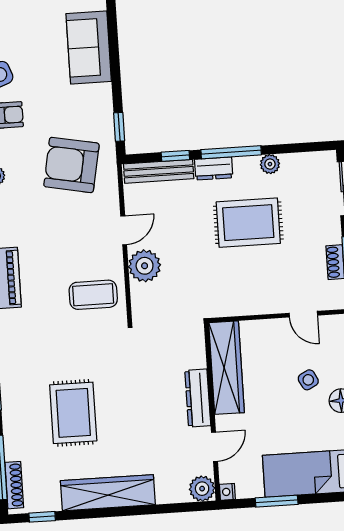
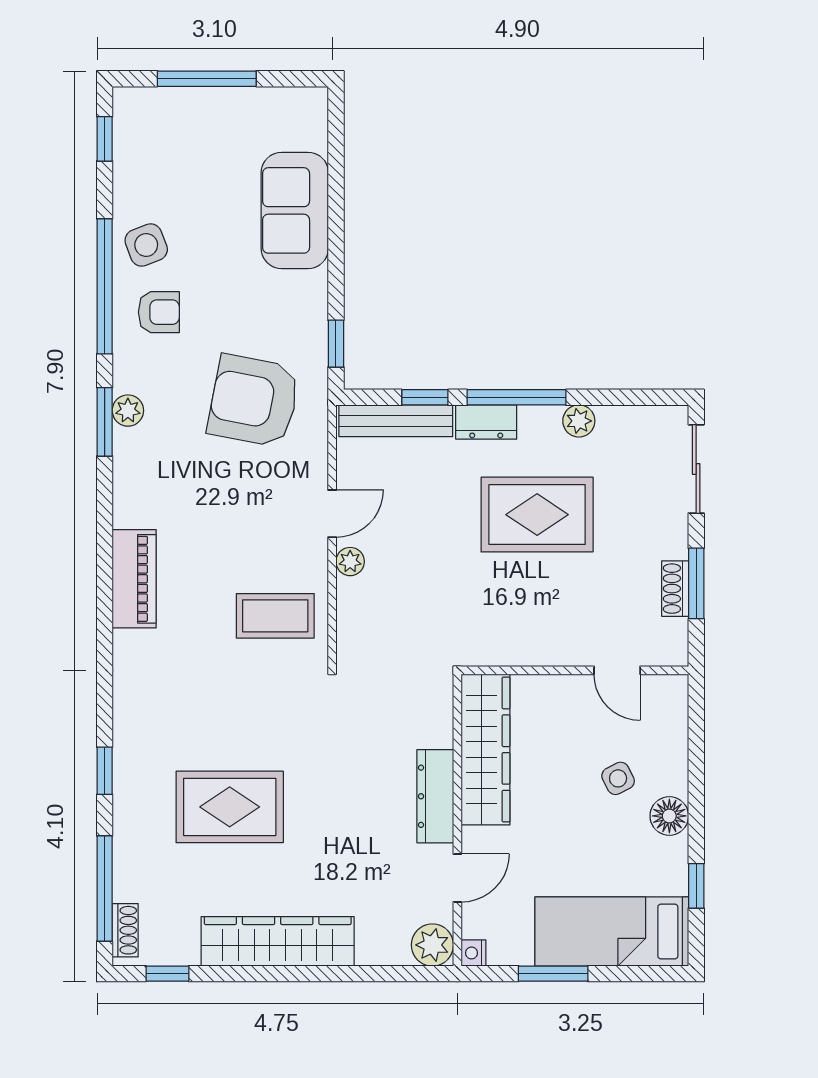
plant: (145, 266) -> (350, 562), width x0.53, depth x0.53
rug: (73, 413) -> (230, 807), turned 90
shoe rack: (14, 485) -> (125, 930), width x0.70

